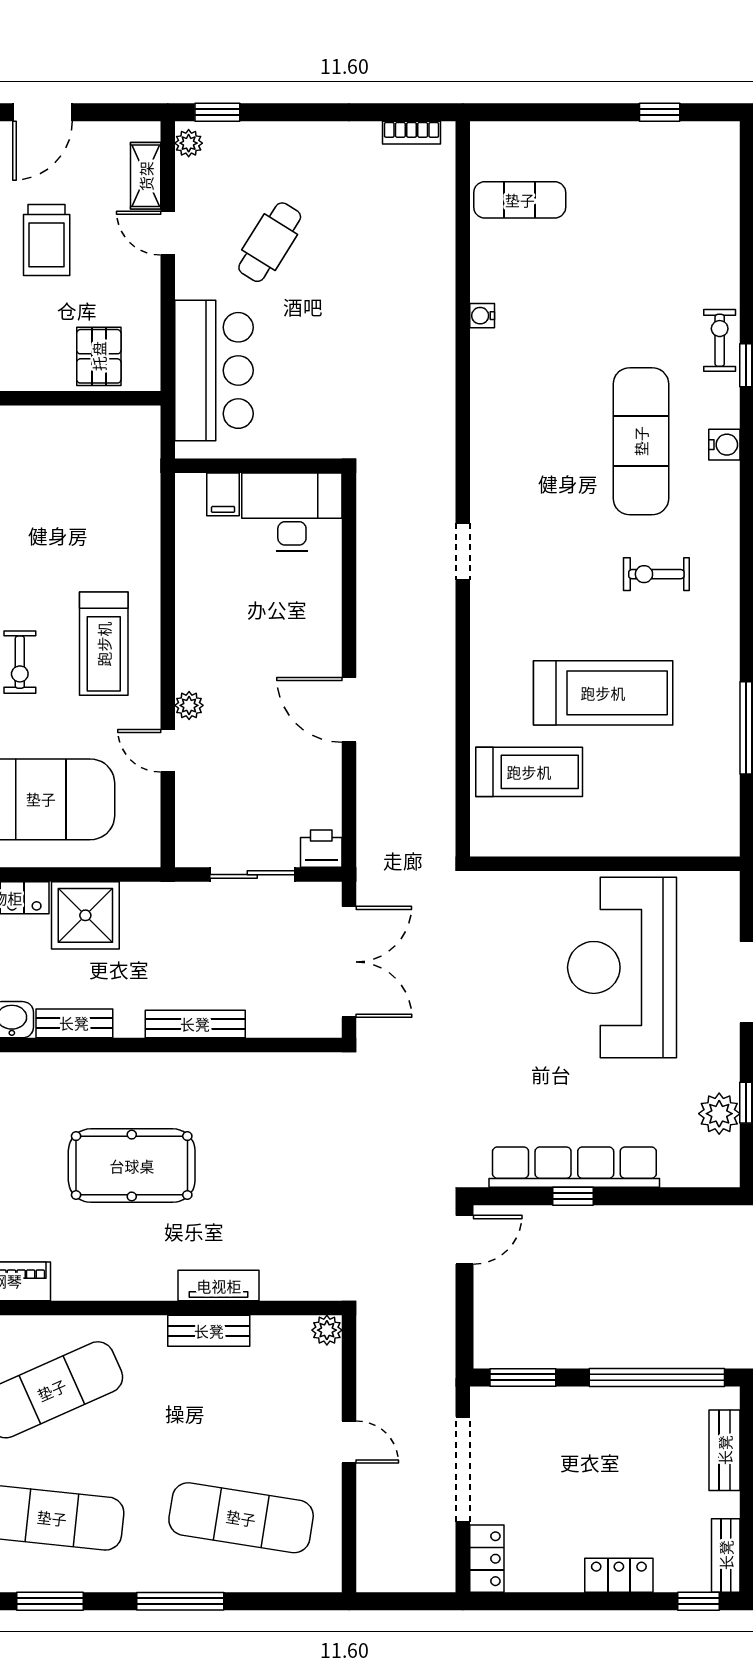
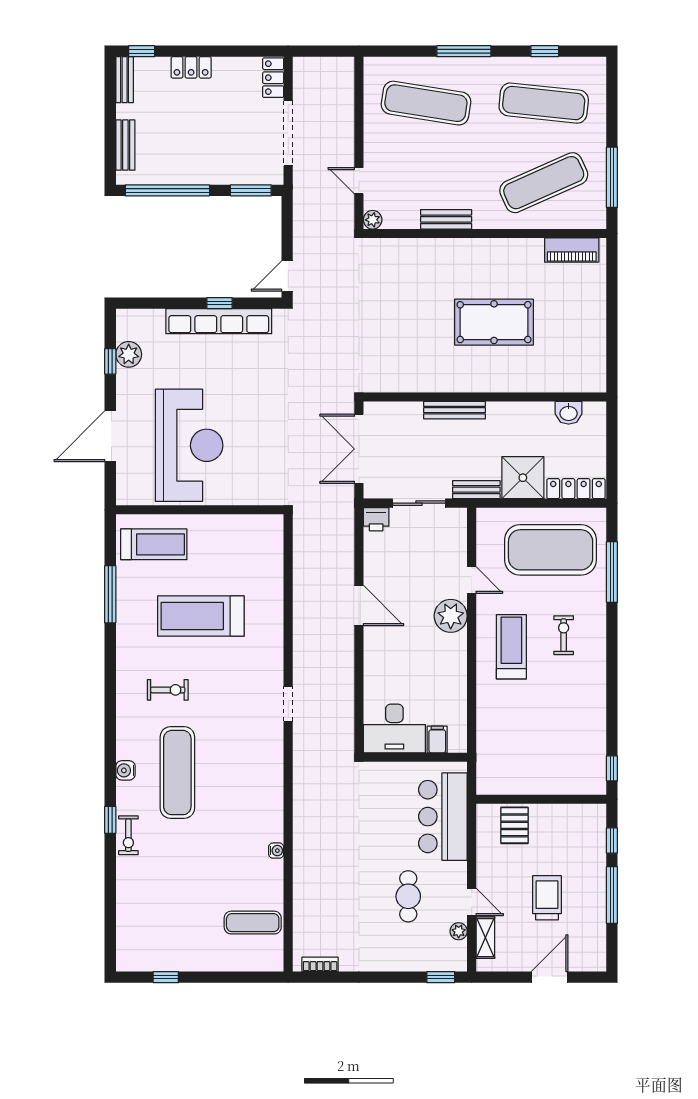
plant: (189, 143) -> (459, 931), moved
cafe table: (270, 242) -> (408, 896), turned -32
plant: (189, 705) -> (451, 616), width x1.88, depth x1.88
treadmill: (529, 772) -> (154, 544), moved, turned 180
bench: (74, 1023) -> (476, 490), moved
tv unit: (219, 1286) -> (440, 248), removed
door: (349, 1442) -> (359, 181), moved
window: (50, 1601) -> (545, 51), width x0.67

